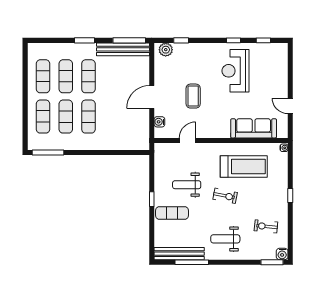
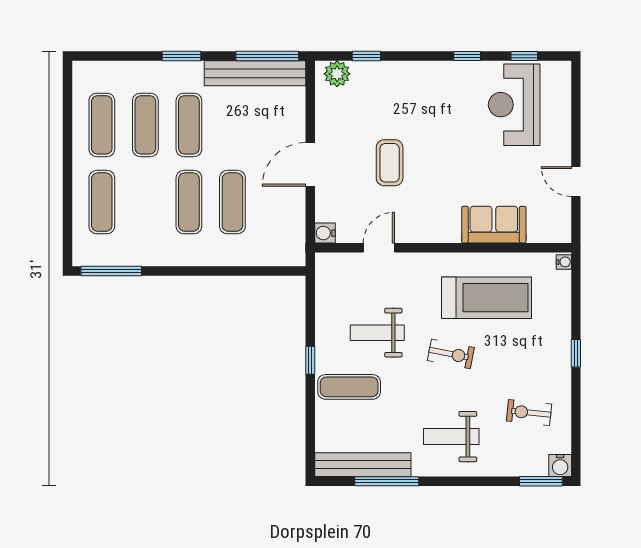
reception desk: (236, 71) -> (514, 105), moved
exercise mat: (66, 117) -> (232, 202), moved
water cooler: (159, 122) -> (325, 233), moved
sofa: (254, 128) -> (494, 225), width x0.73

